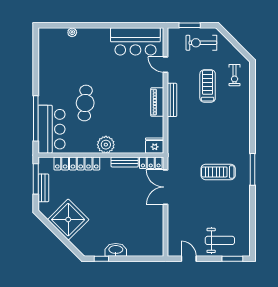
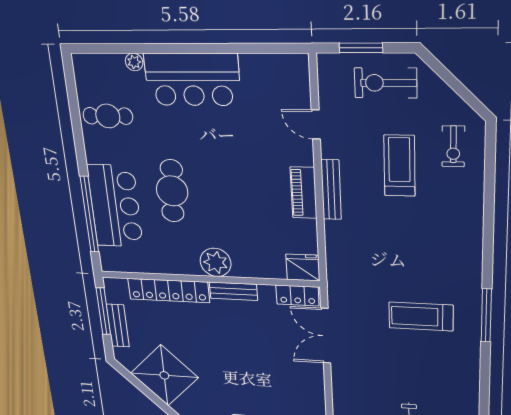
bar counter: (135, 41) -> (192, 80), moved
cafe table: (54, 61) -> (108, 116), added
bar counter: (51, 129) -> (115, 206), moved
bench: (125, 162) -> (233, 291), moved

